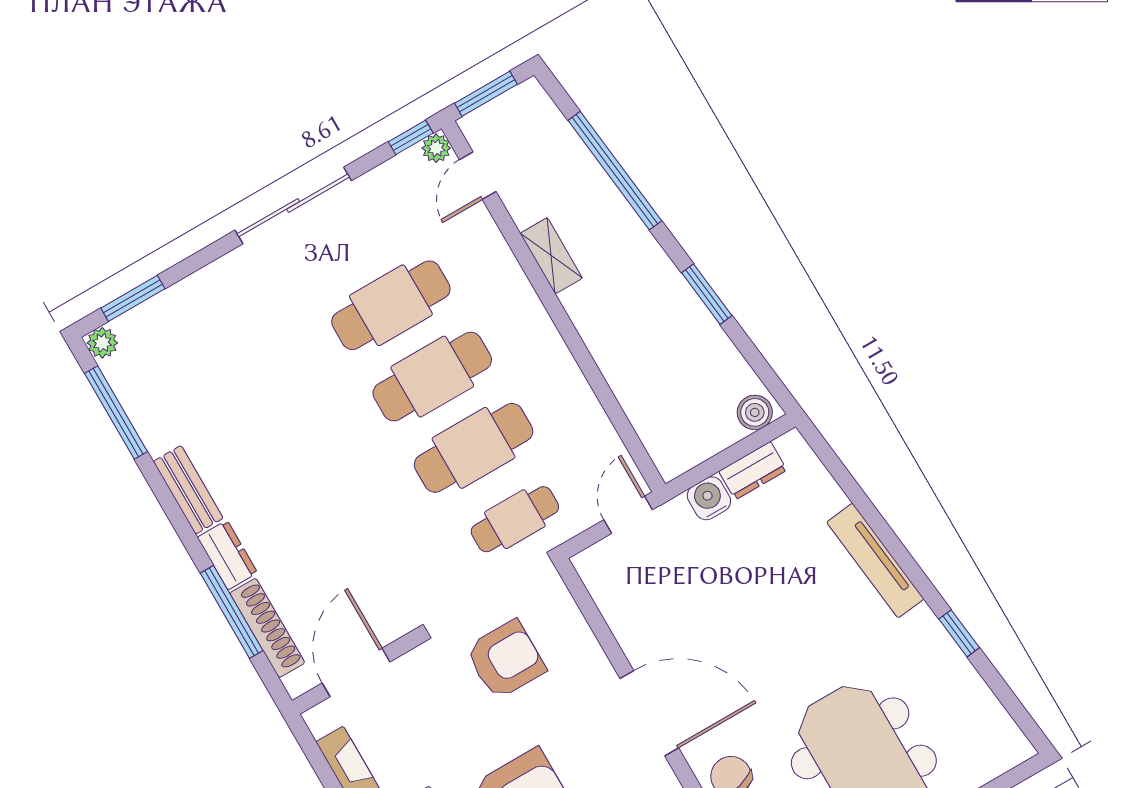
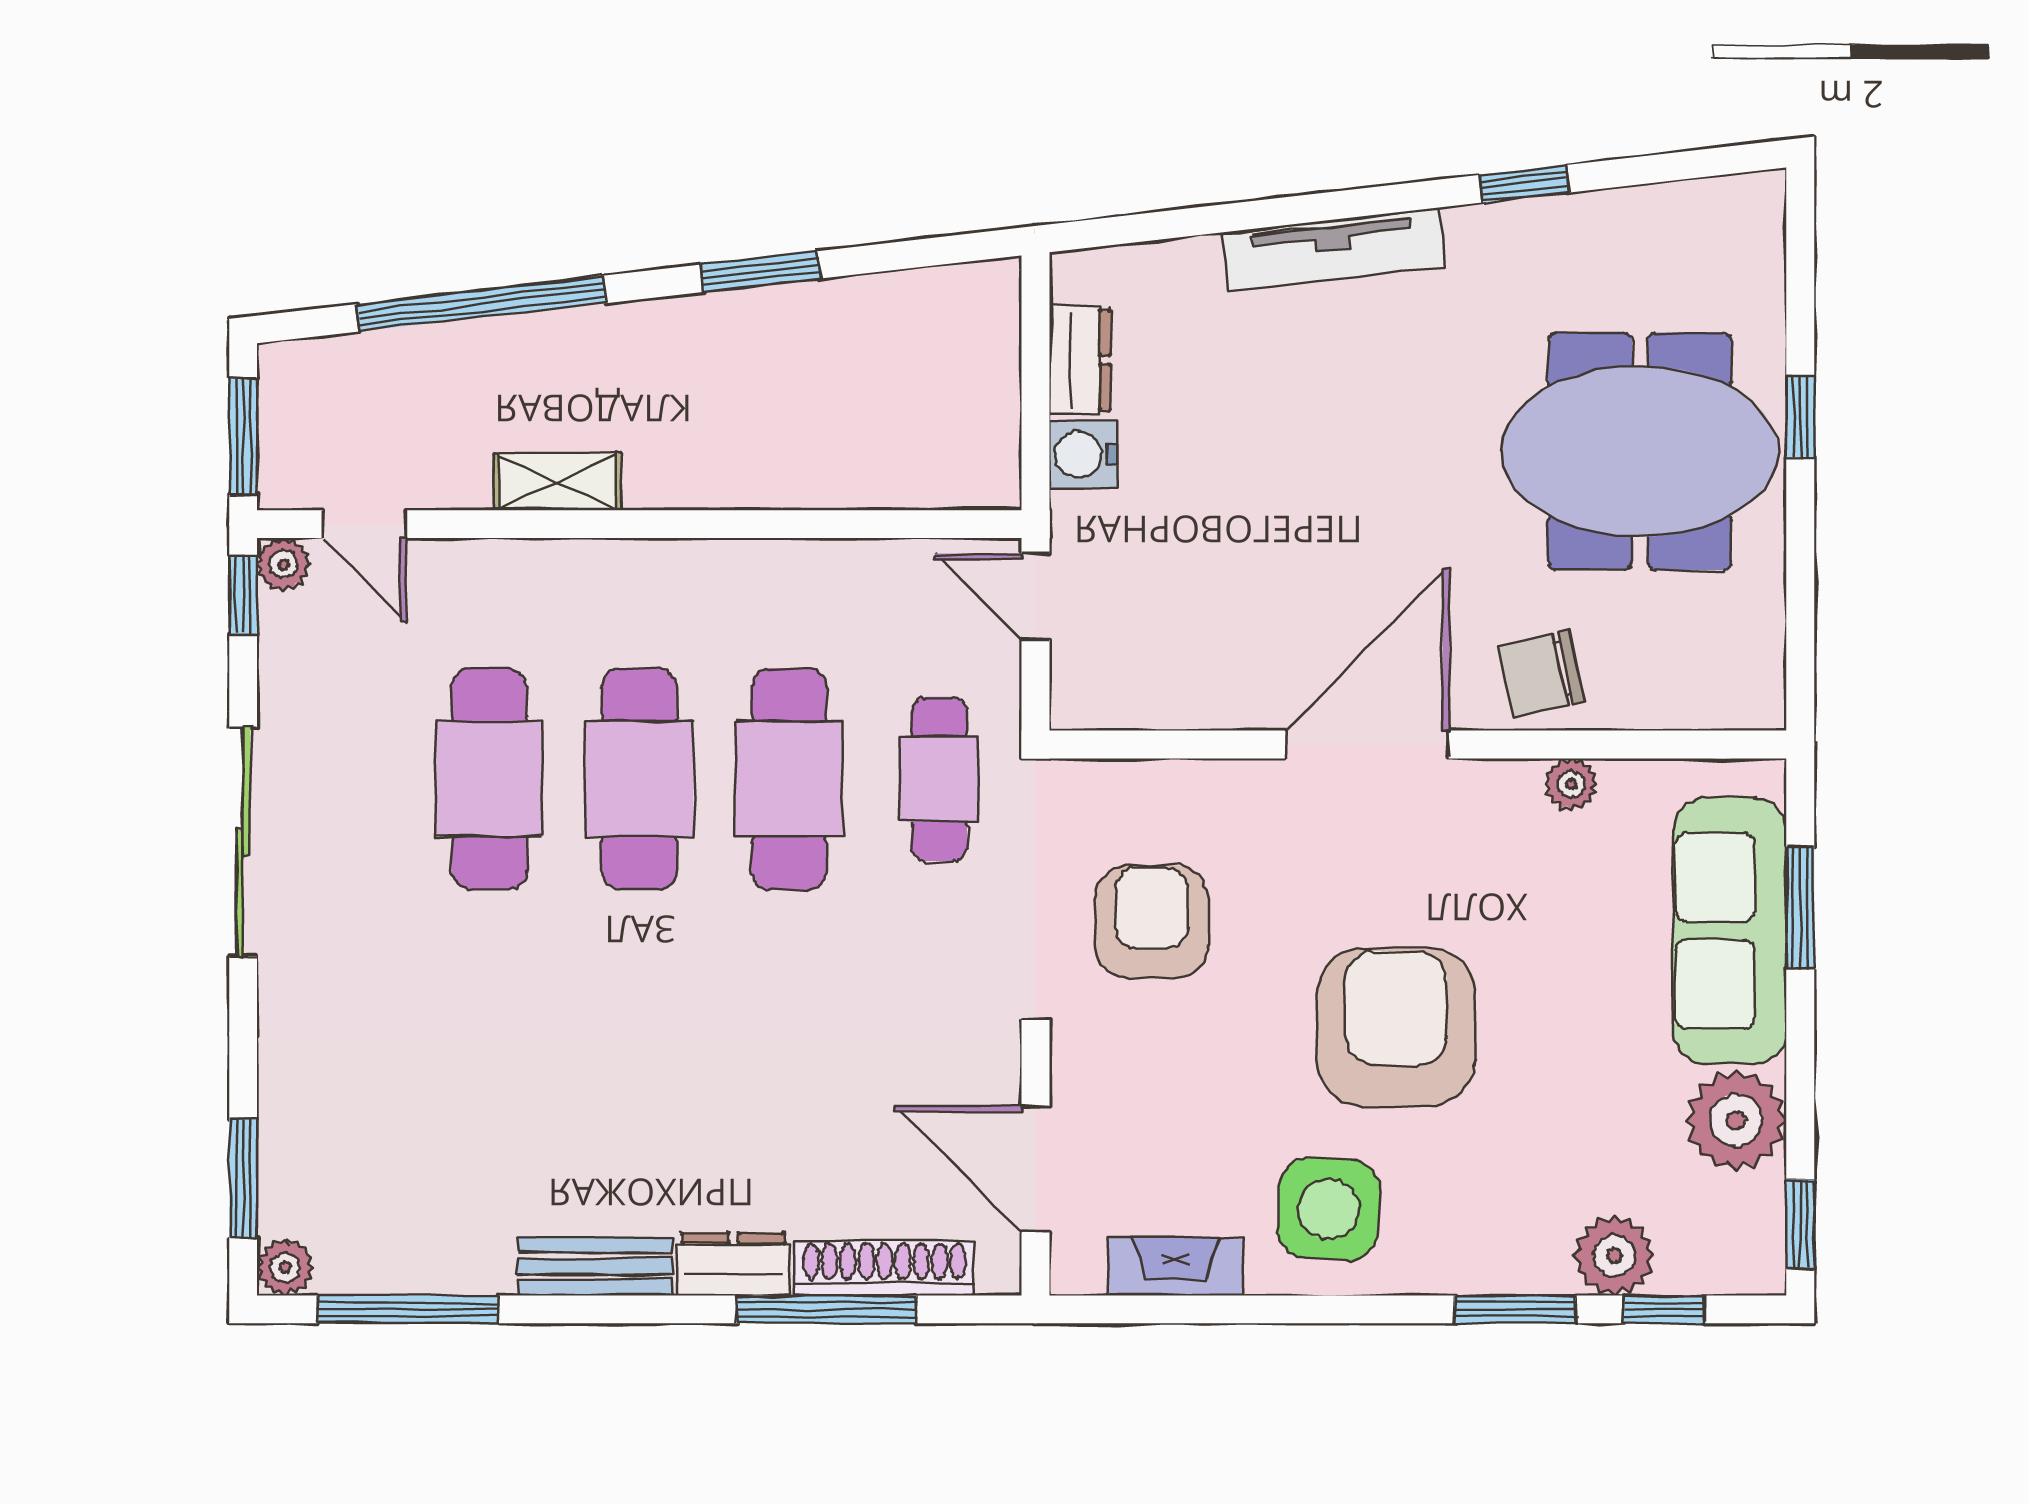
boiler: (755, 412) -> (990, 304), removed

